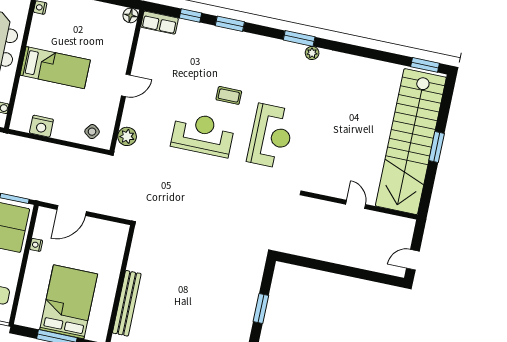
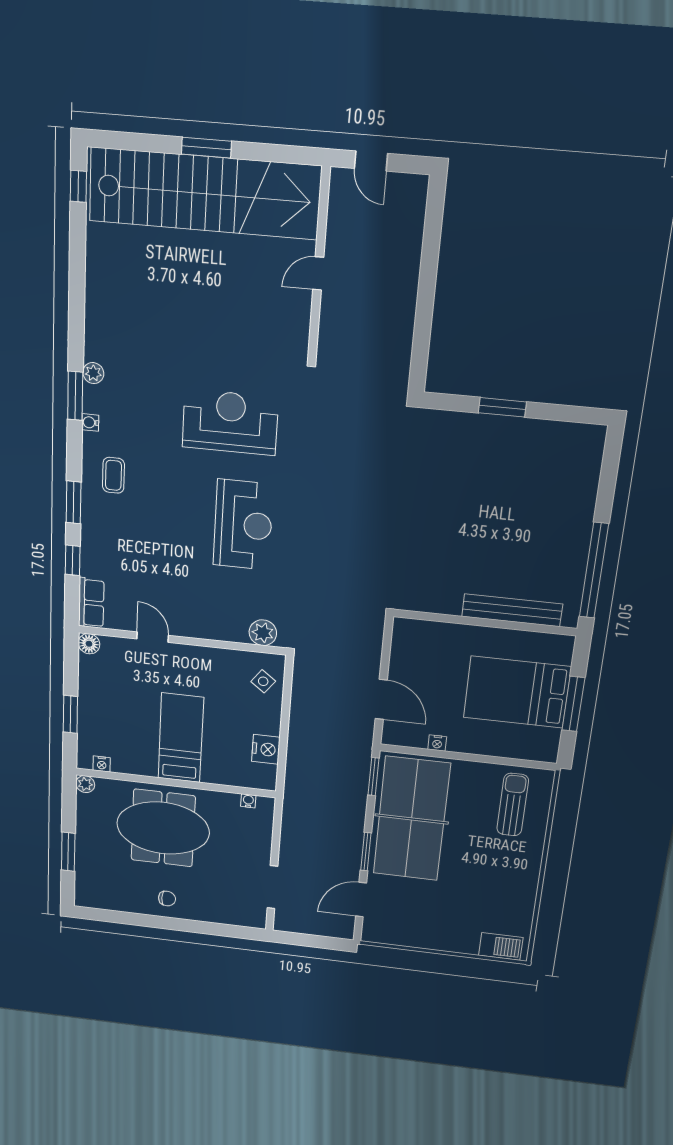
water cooler: (281, 45) -> (90, 422), added
window: (425, 65) -> (78, 186), width x0.67
door: (126, 85) -> (153, 637), moved
coffee table: (229, 95) -> (113, 475), moved
reception desk: (203, 134) -> (243, 525), turned 180
door: (413, 260) -> (371, 161), moved

